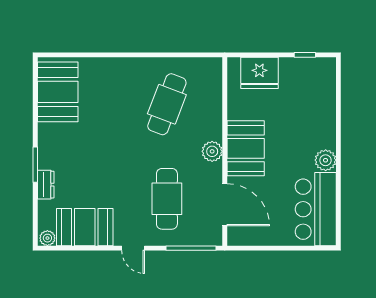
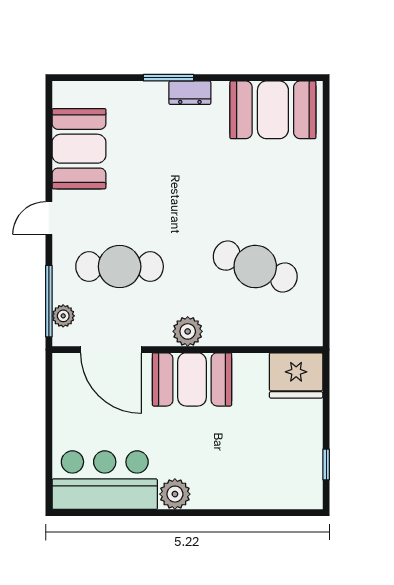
fridge: (259, 73) -> (296, 375), moved, turned -90
dresser: (46, 185) -> (190, 93), moved
door: (225, 205) -> (111, 350), hinge flipped
plant: (47, 238) -> (63, 316), moved

